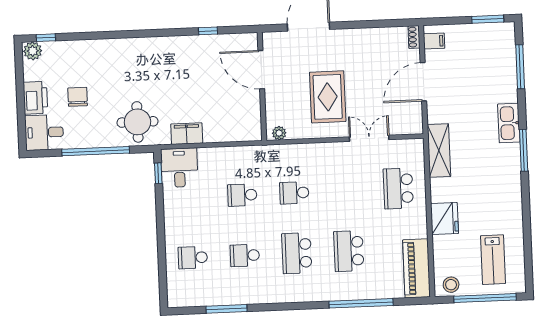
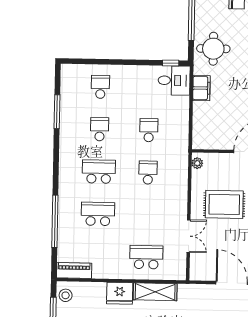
shelving: (439, 150) -> (155, 292), moved
piano: (417, 268) -> (74, 270), width x0.73, depth x0.75

